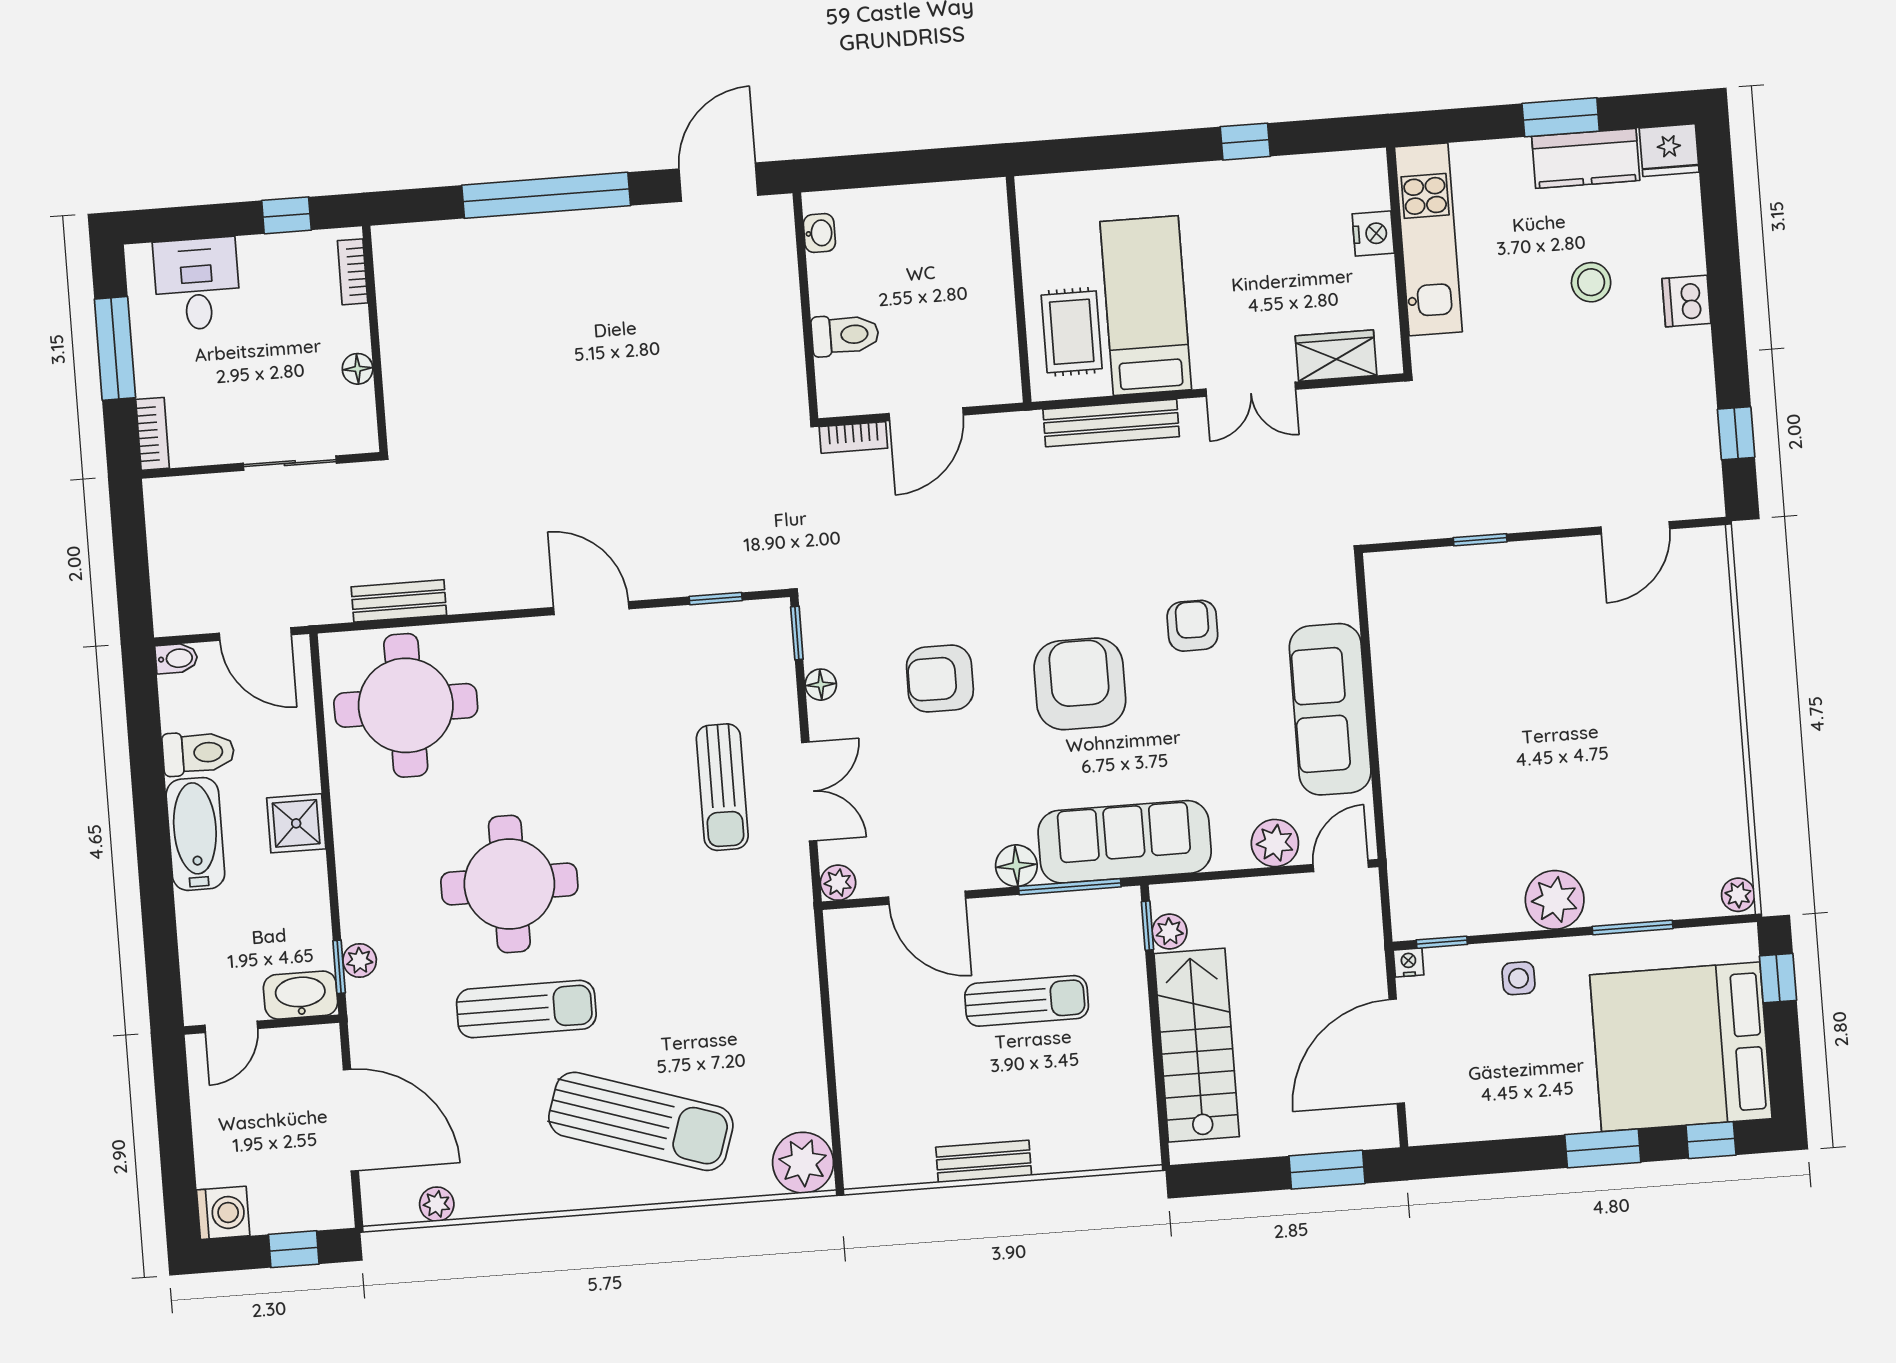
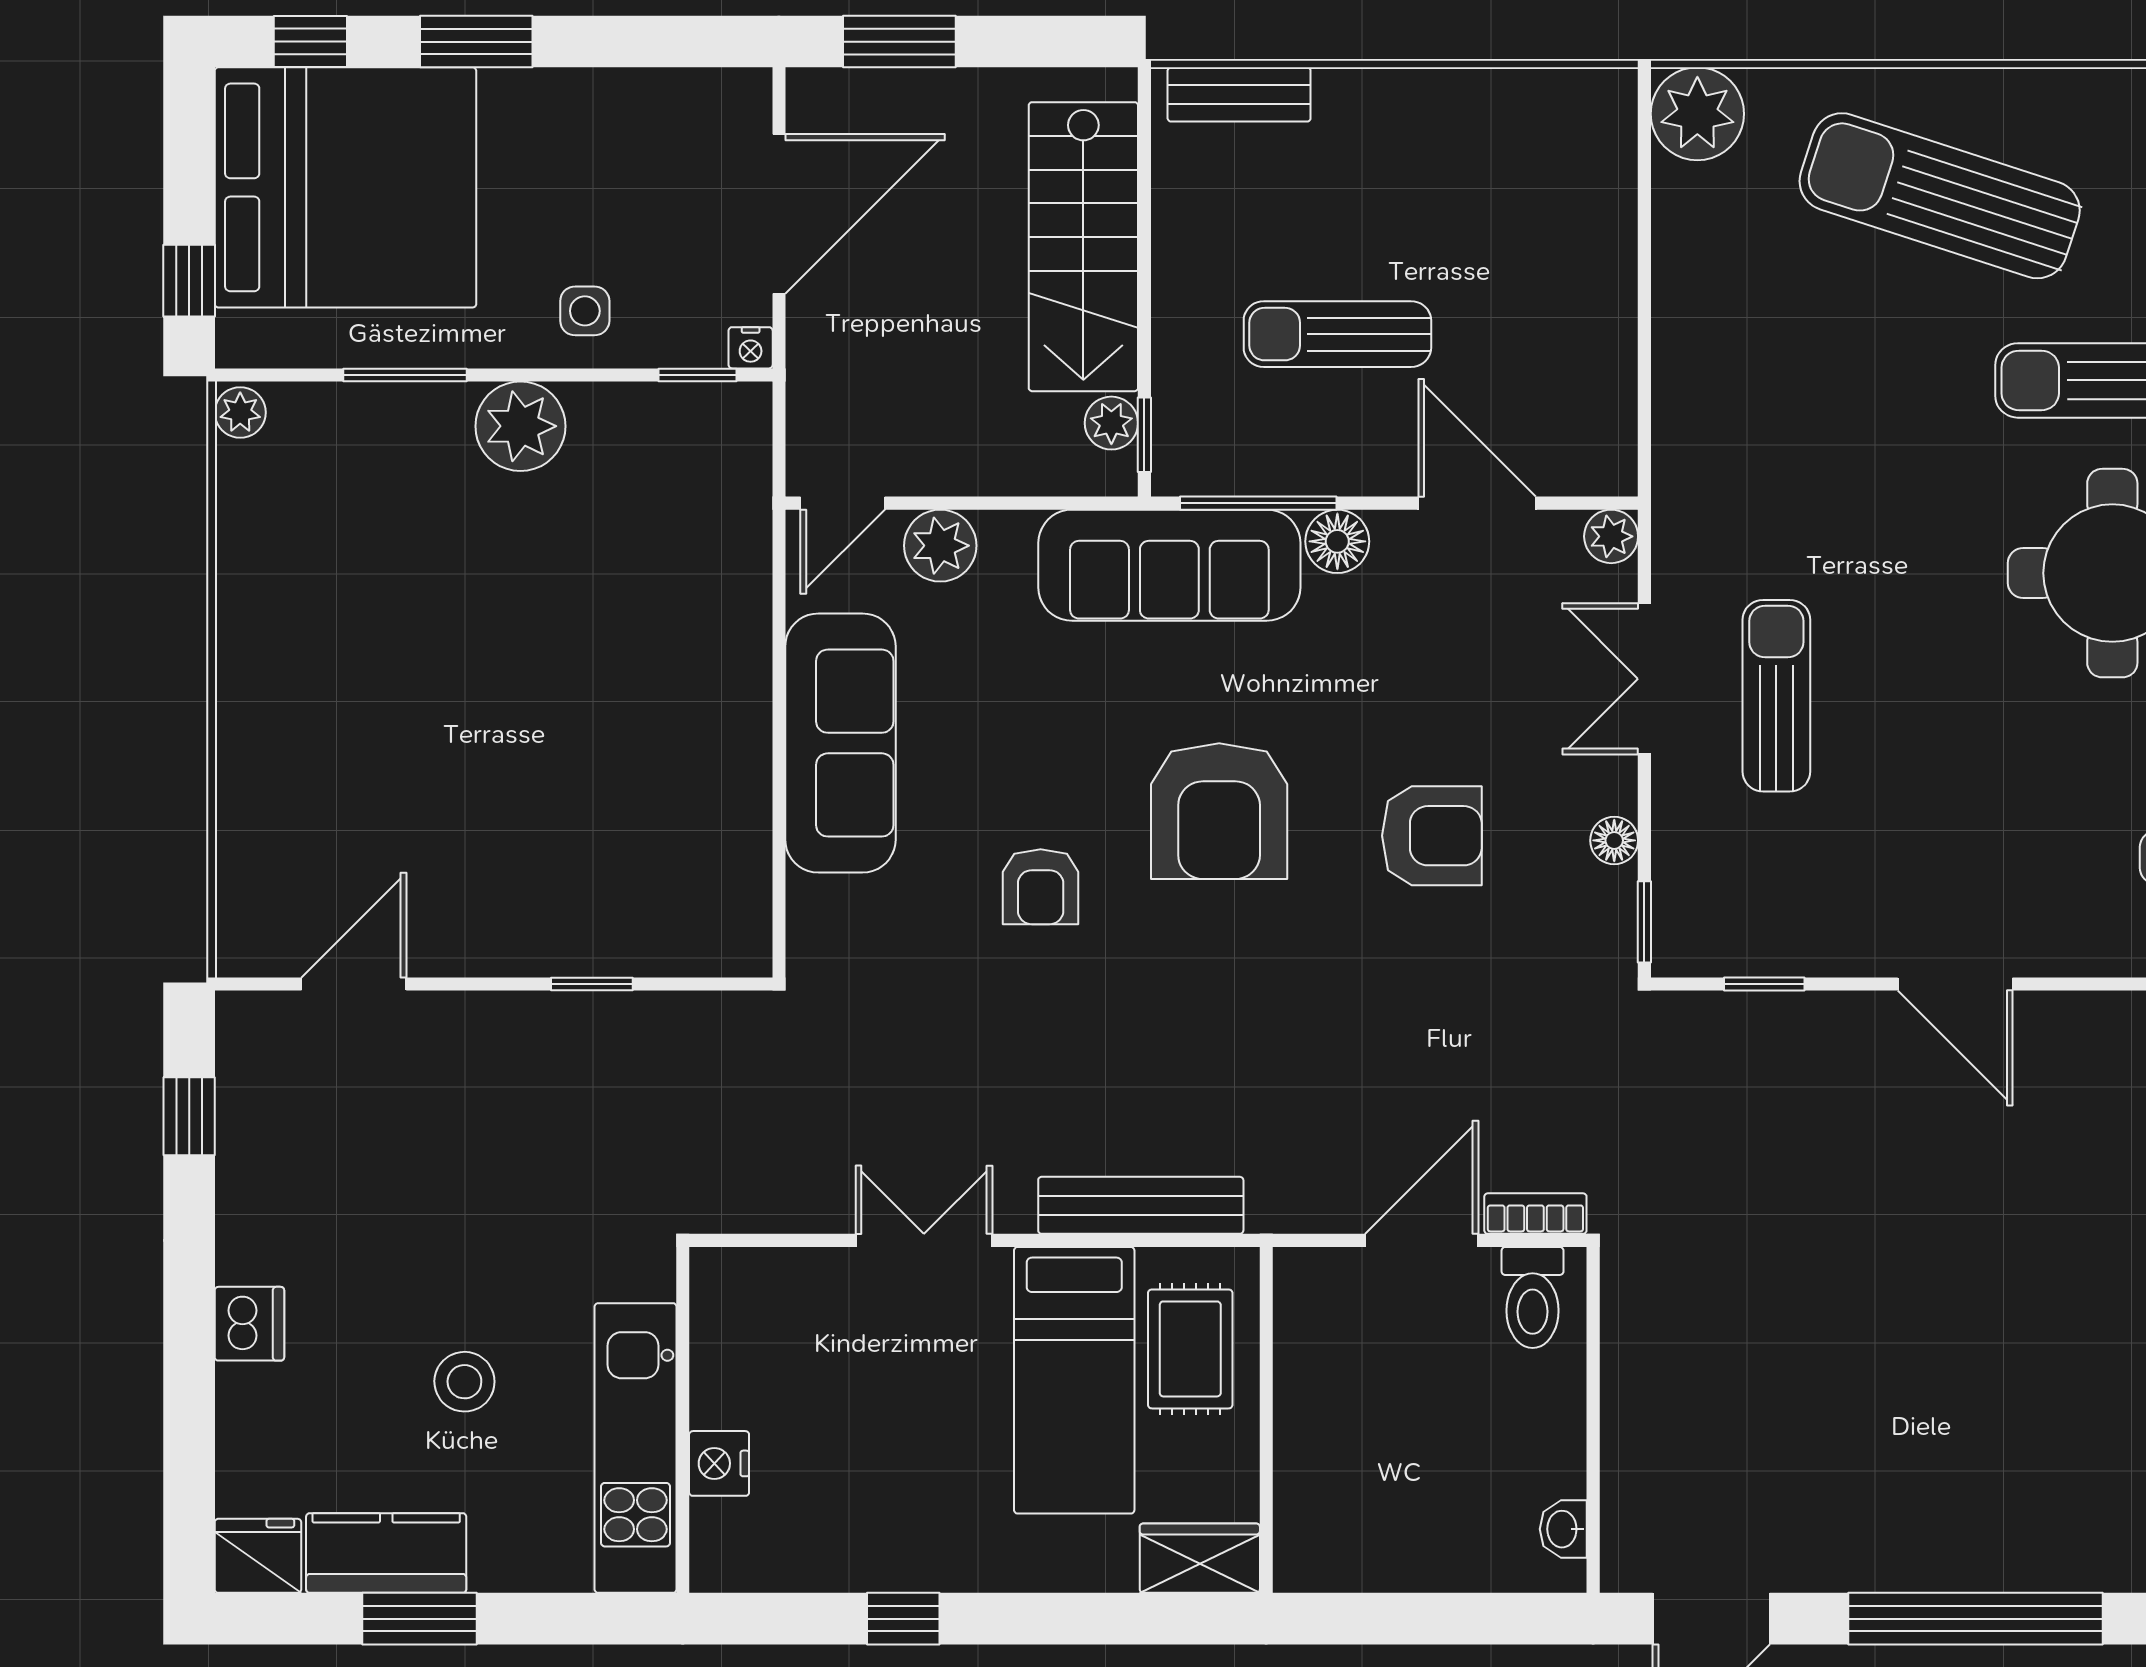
stool: (1591, 282) -> (464, 1382), moved
toilet: (845, 335) -> (1533, 1297), moved, turned -90
wardrobe: (1336, 356) -> (1200, 1558), moved, turned 180
bench: (984, 1161) -> (1239, 94), moved

